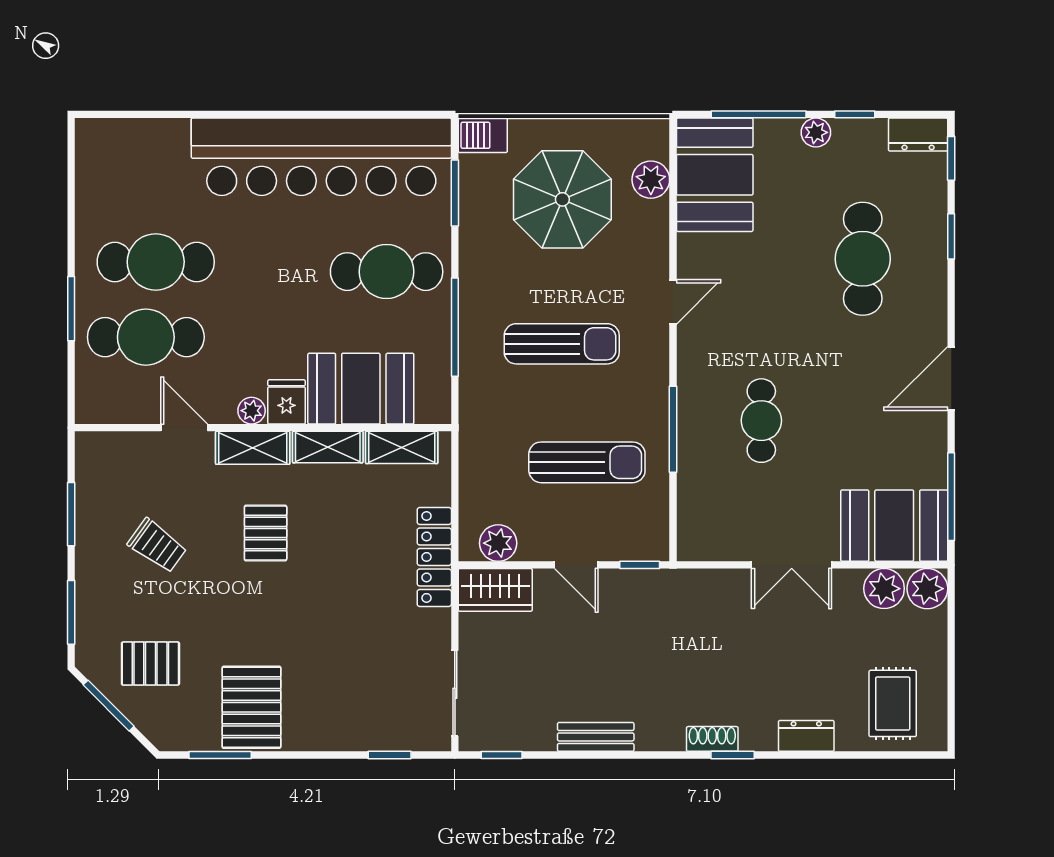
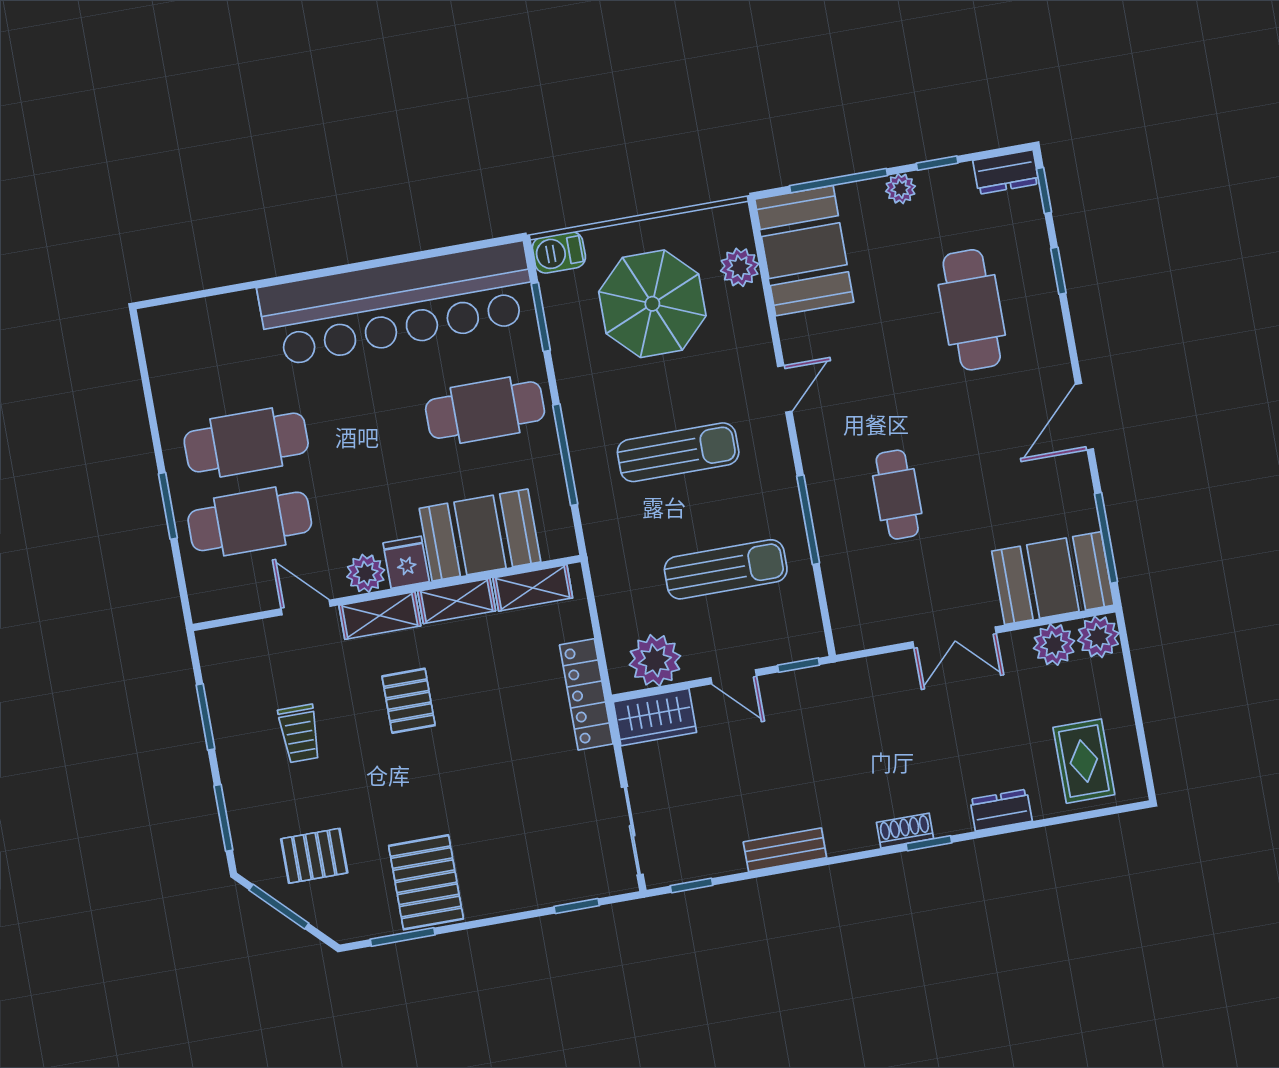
plant: (252, 411) -> (366, 573), width x1.38, depth x1.38
plant: (498, 543) -> (655, 660), width x1.36, depth x1.36
trolley: (157, 546) -> (300, 734), turned 54

